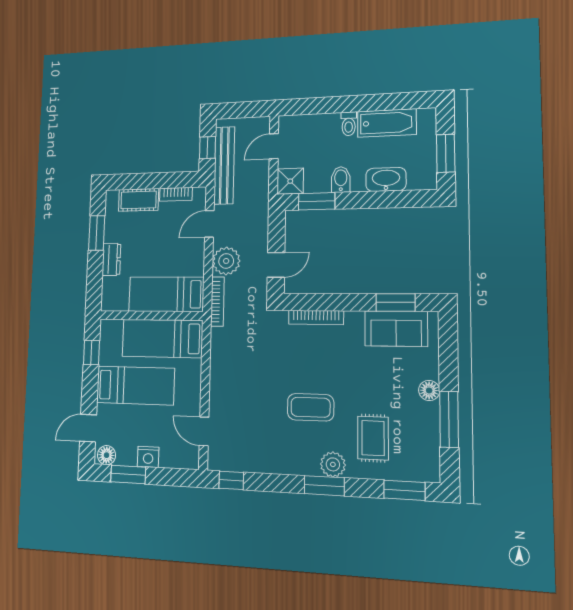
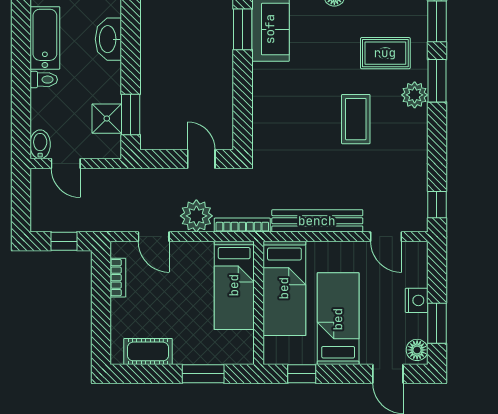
bench: (224, 165) -> (317, 221), moved
bidet: (341, 180) -> (40, 144), moved, turned 90
shower: (290, 181) -> (107, 119), moved
cot: (138, 200) -> (148, 351), moved, turned 90
window: (97, 233) -> (203, 374), moved
dresser: (111, 259) -> (193, 354), removed
bookcase: (316, 317) -> (259, 114), removed
door: (204, 431) -> (386, 237), hinge flipped
window: (324, 486) -> (437, 81), moved

